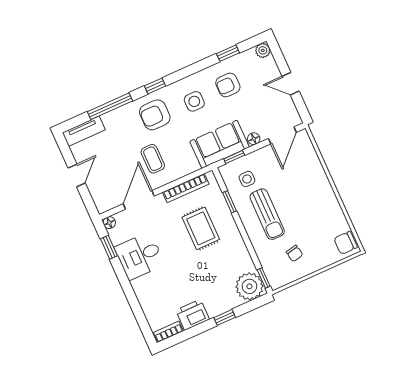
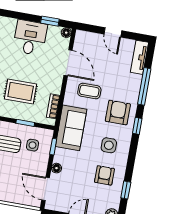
sofa: (220, 144) -> (71, 128), moved
bookcase: (186, 188) -> (53, 106), width x0.64

